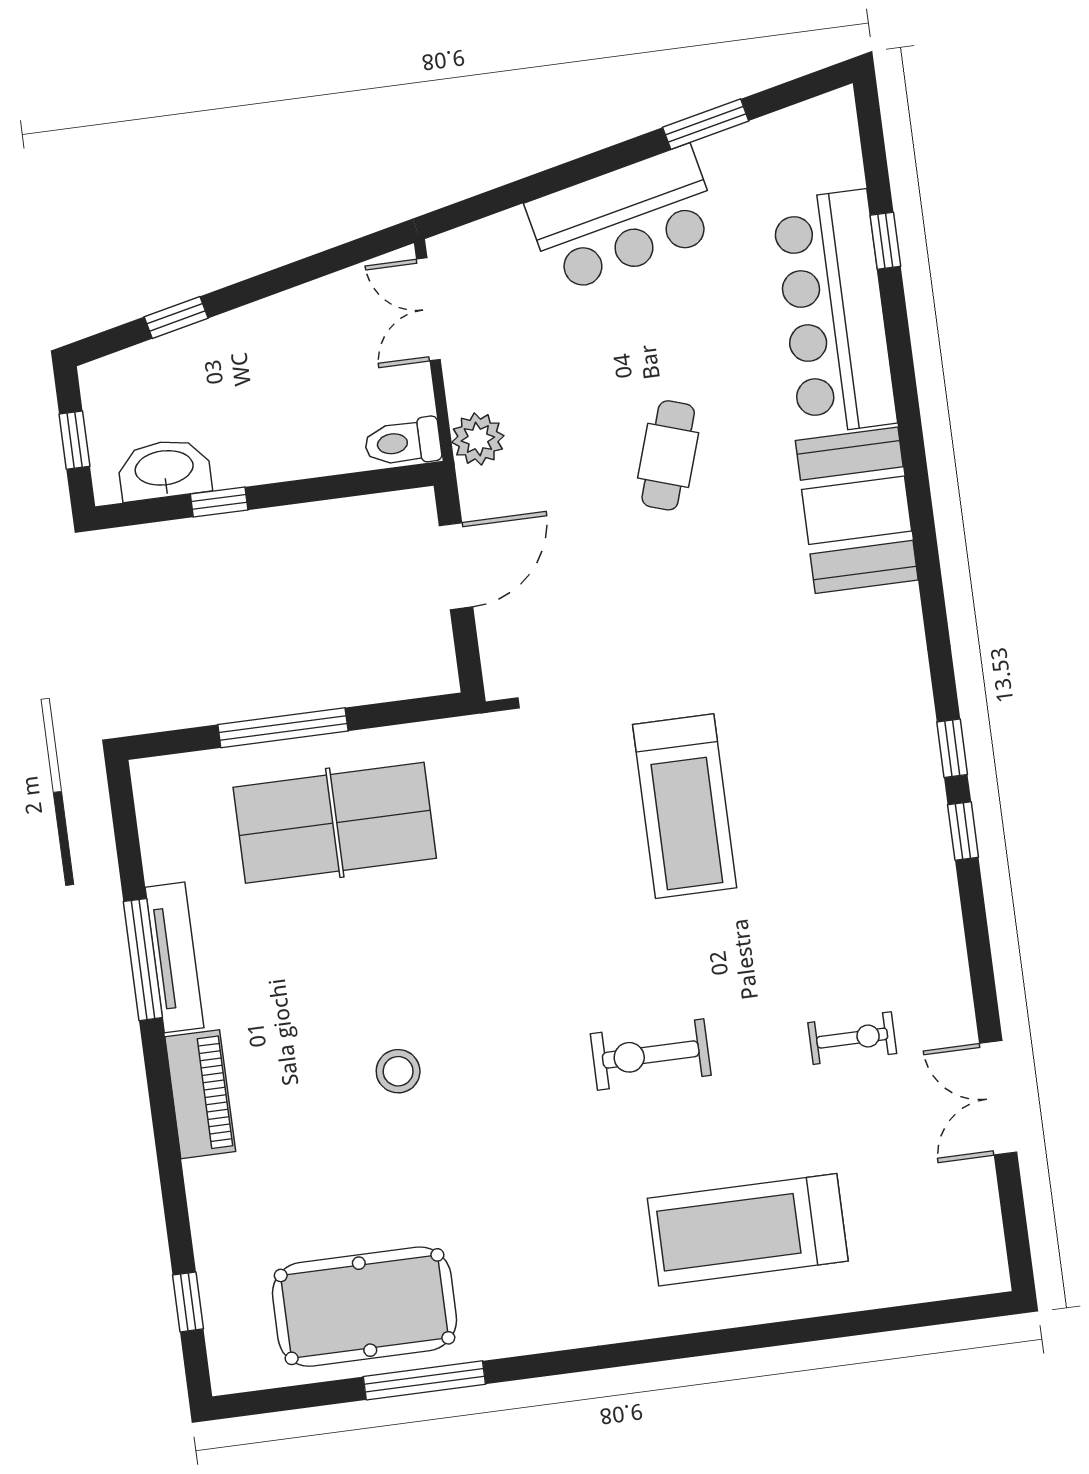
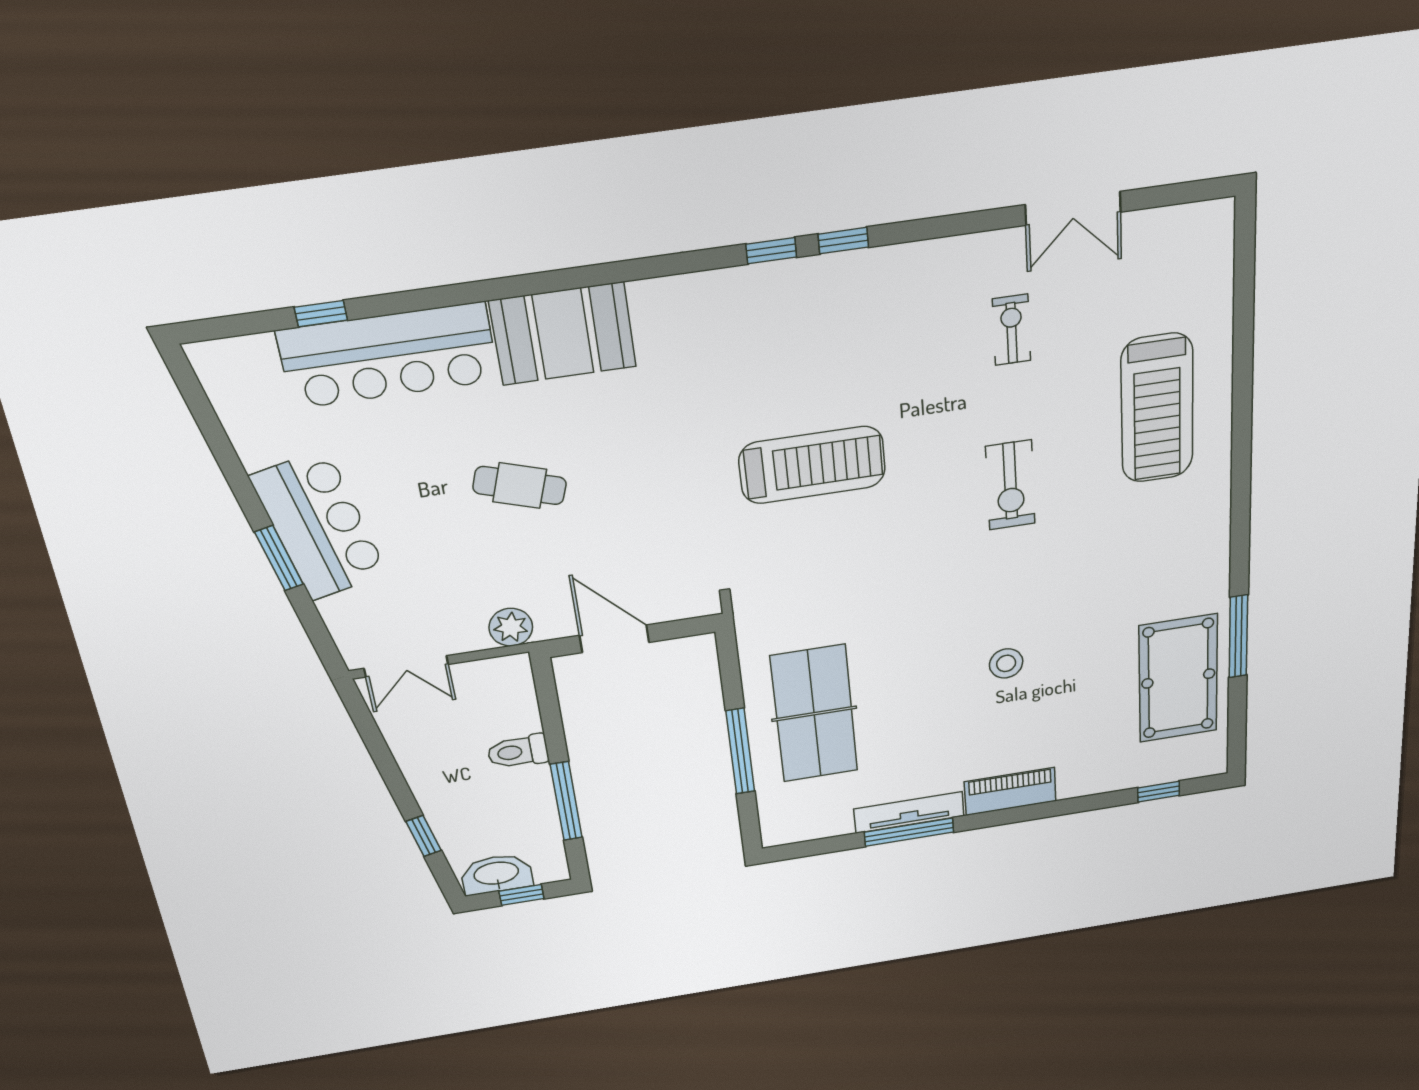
window: (706, 124) -> (279, 558), moved
toilet: (403, 442) -> (518, 752), moved, turned 90
washbasin: (164, 470) -> (496, 874), moved, turned 90
window: (219, 502) -> (566, 801), width x2.17

